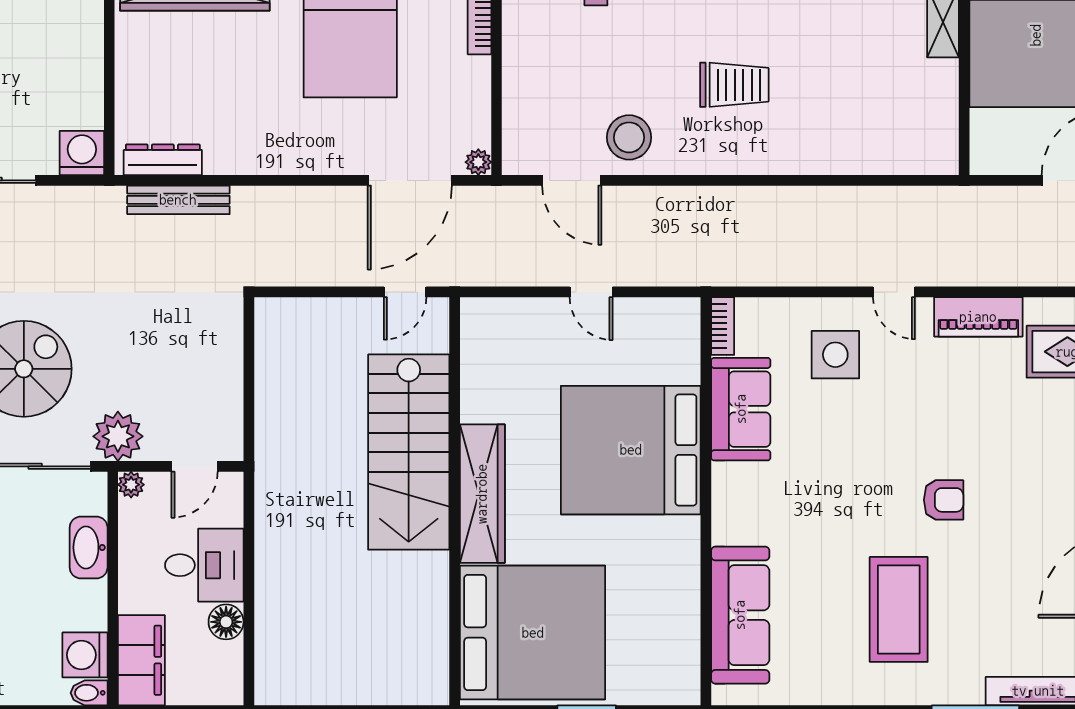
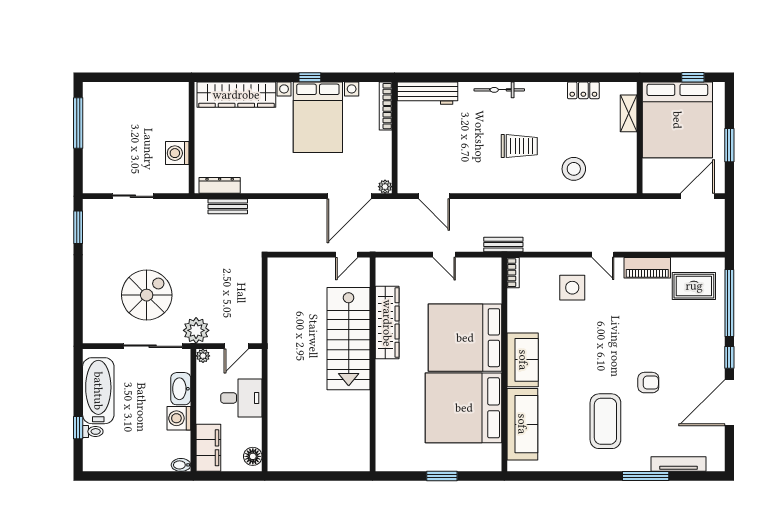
stool: (629, 137) -> (574, 169), moved
washing machine: (82, 153) -> (177, 153), moved, turned -90
bench: (178, 200) -> (228, 206), width x0.73
bench: (704, 273) -> (503, 245), added
sofa: (741, 409) -> (523, 360), moved
wardrobe: (482, 494) -> (387, 323), moved
armchair: (944, 500) -> (648, 383), moved
floor lamp: (226, 622) -> (253, 456), moved
bed: (533, 633) -> (464, 408), moved, turned 180
washing machine: (85, 655) -> (179, 418), moved

